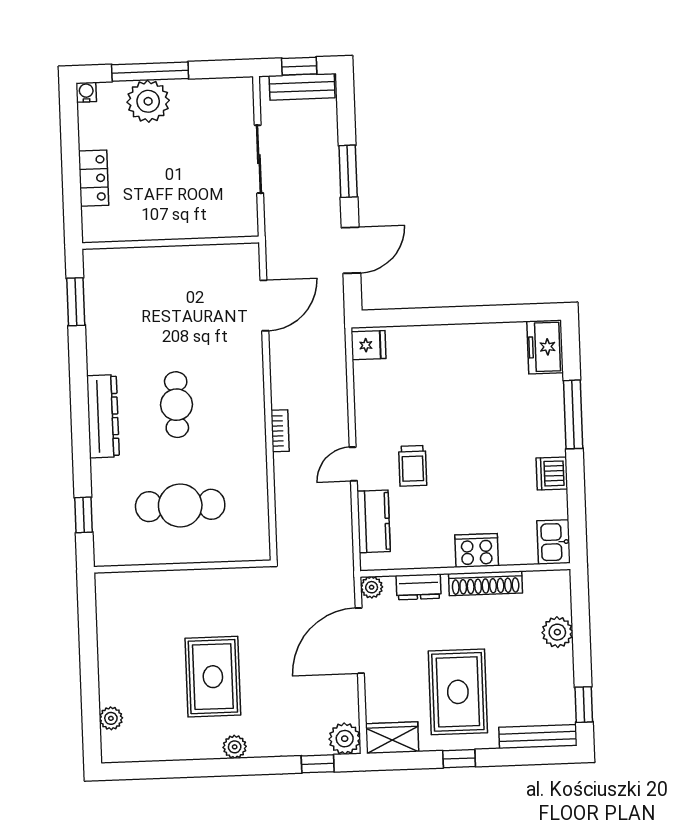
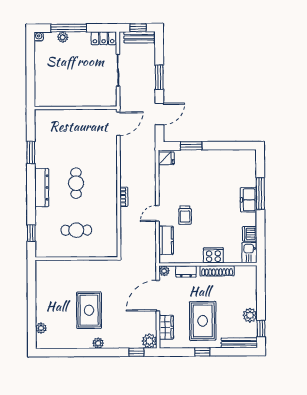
plant: (148, 101) -> (63, 37), width x0.53, depth x0.53
locker: (94, 178) -> (104, 38), moved, turned 90
window: (76, 302) -> (31, 152), moved
door: (264, 305) -> (118, 124), moved
window: (421, 317) -> (191, 146), added
freezer: (545, 347) -> (248, 200), moved
dishwasher: (552, 473) -> (250, 234), moved
cafe table: (180, 505) -> (76, 230), width x0.73, depth x0.74
plant: (557, 632) -> (250, 315), moved
wardrobe: (392, 738) -> (166, 327), moved, turned 90

